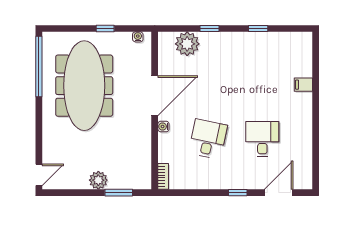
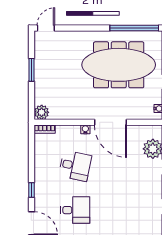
door: (39, 175) -> (46, 28), swing flipped
plant: (98, 180) -> (42, 112), moved
window: (119, 193) -> (31, 70), moved

